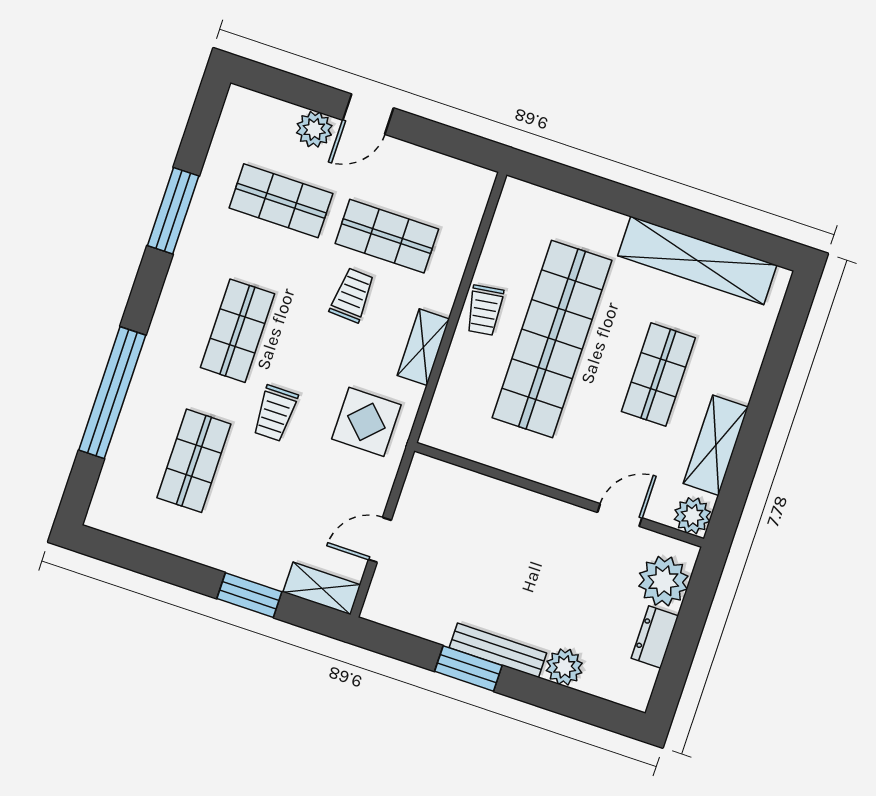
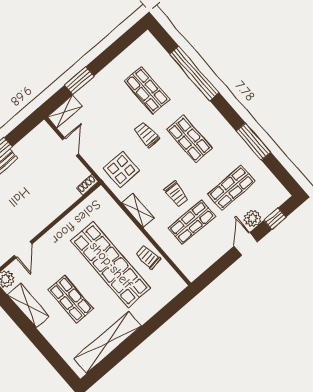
window: (291, 88) -> (275, 219), added
trolley: (485, 310) -> (148, 257), moved
shoe rack: (431, 467) -> (87, 185), added

